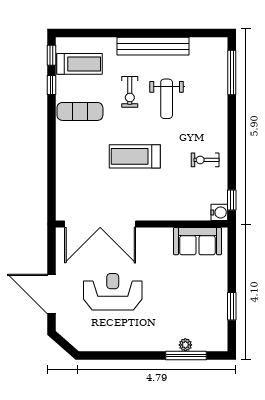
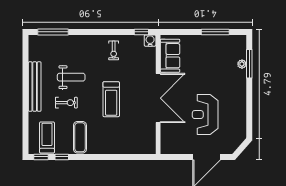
double door: (100, 224) -> (158, 98), moved
window: (232, 306) -> (215, 32), width x1.44

